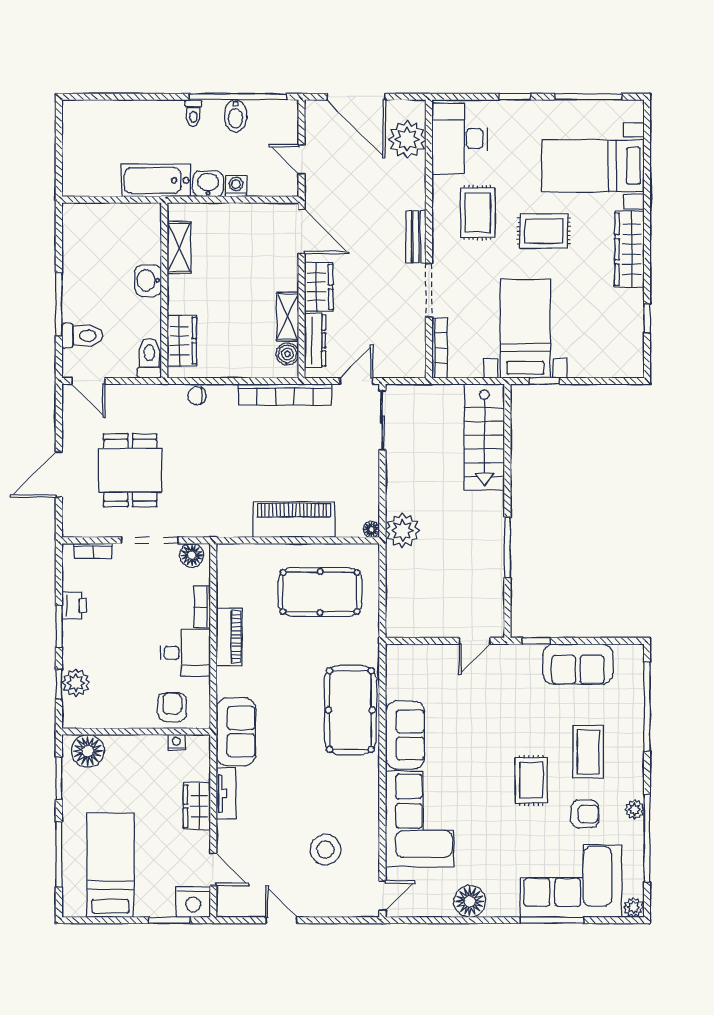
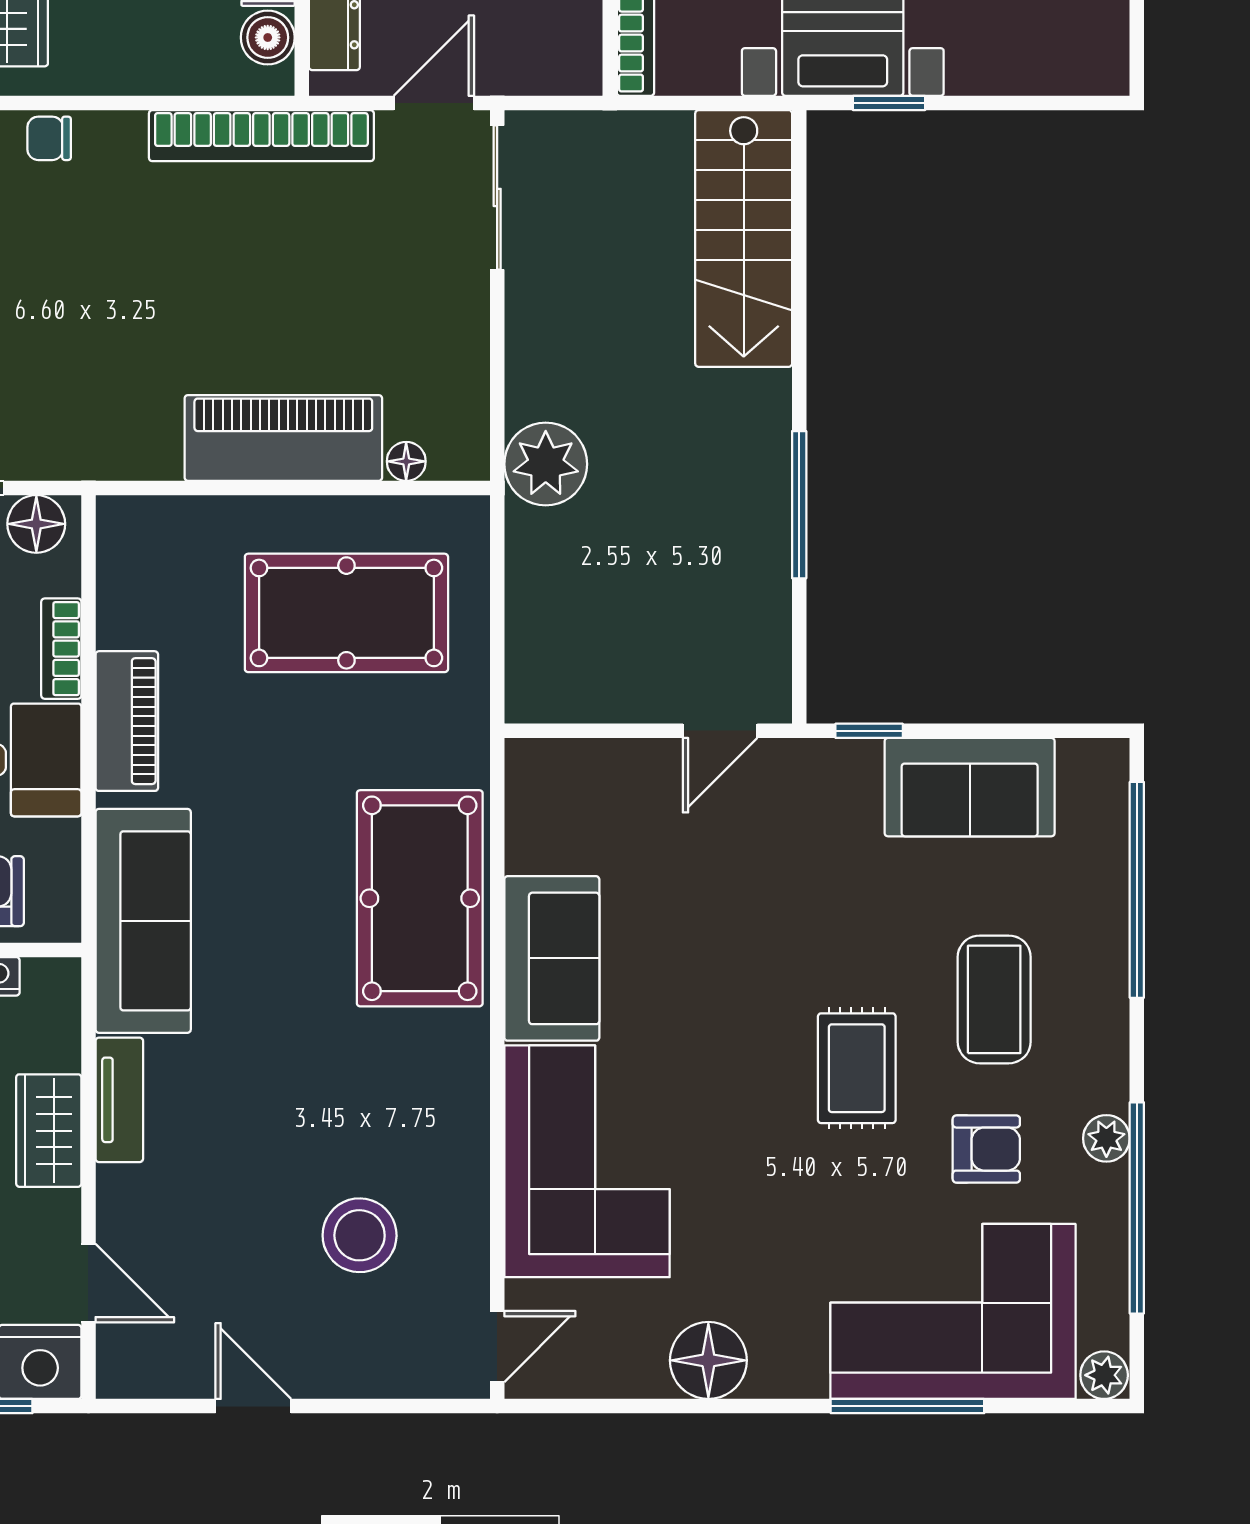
floor lamp: (371, 529) -> (406, 461), moved
sofa: (236, 732) -> (143, 921), width x1.36

